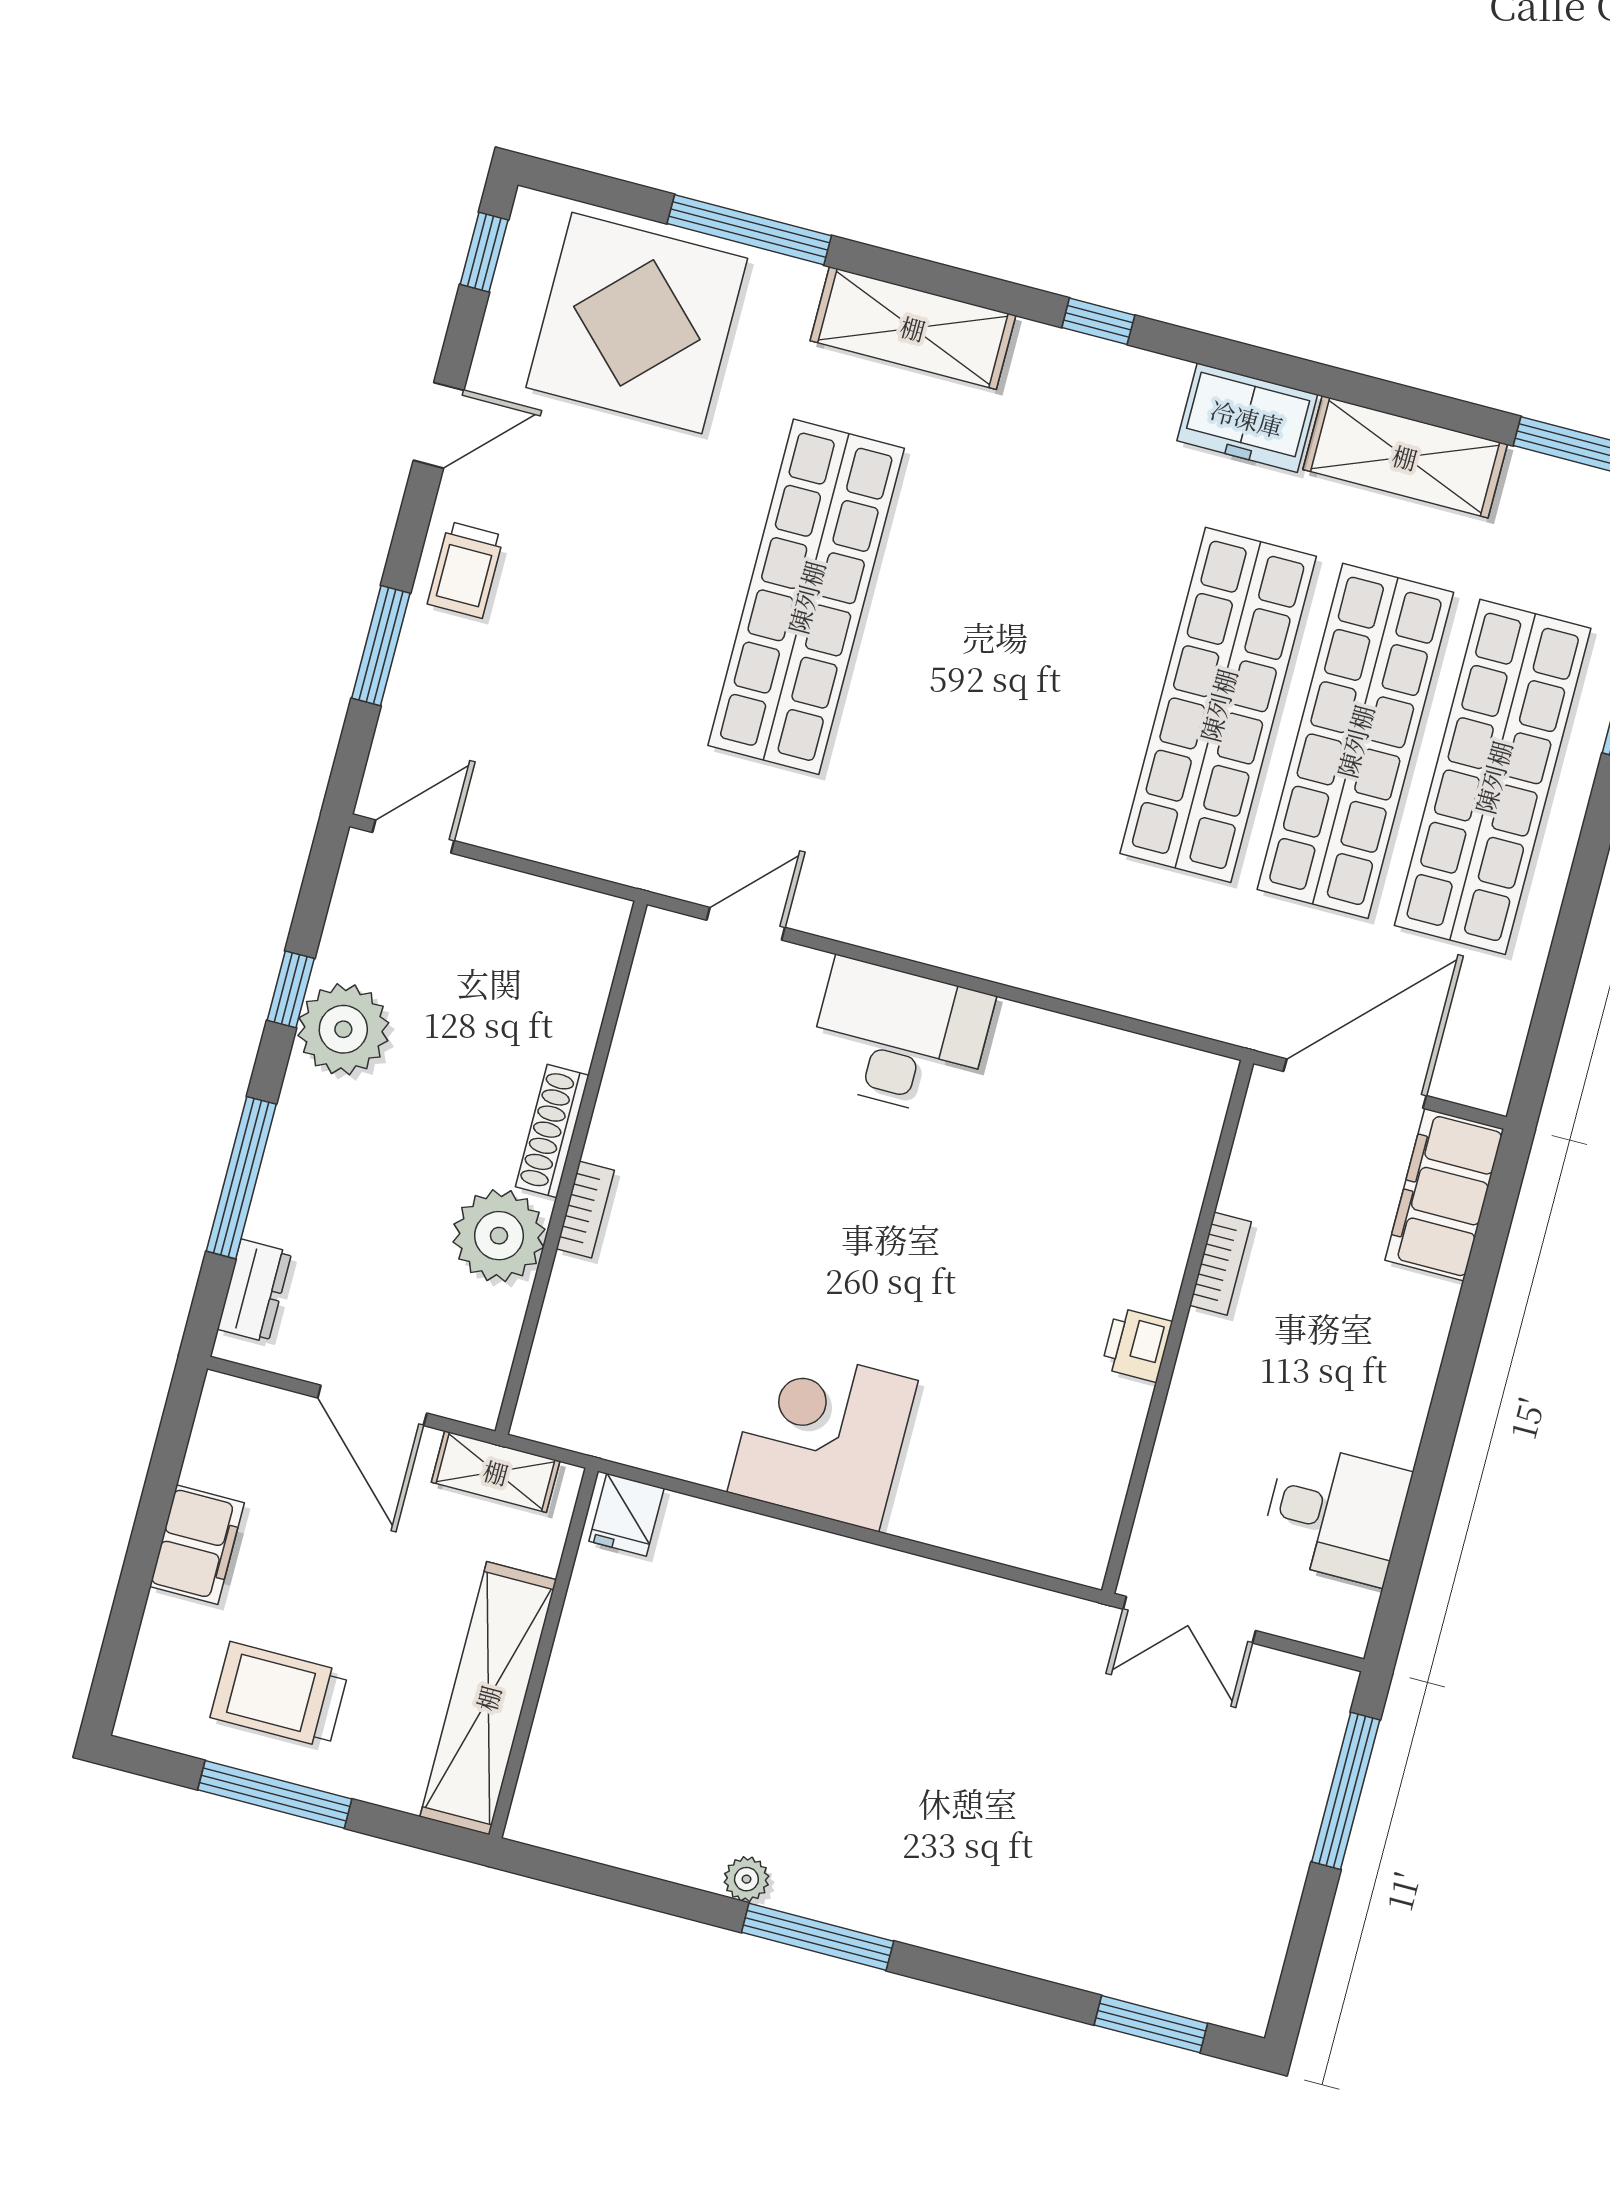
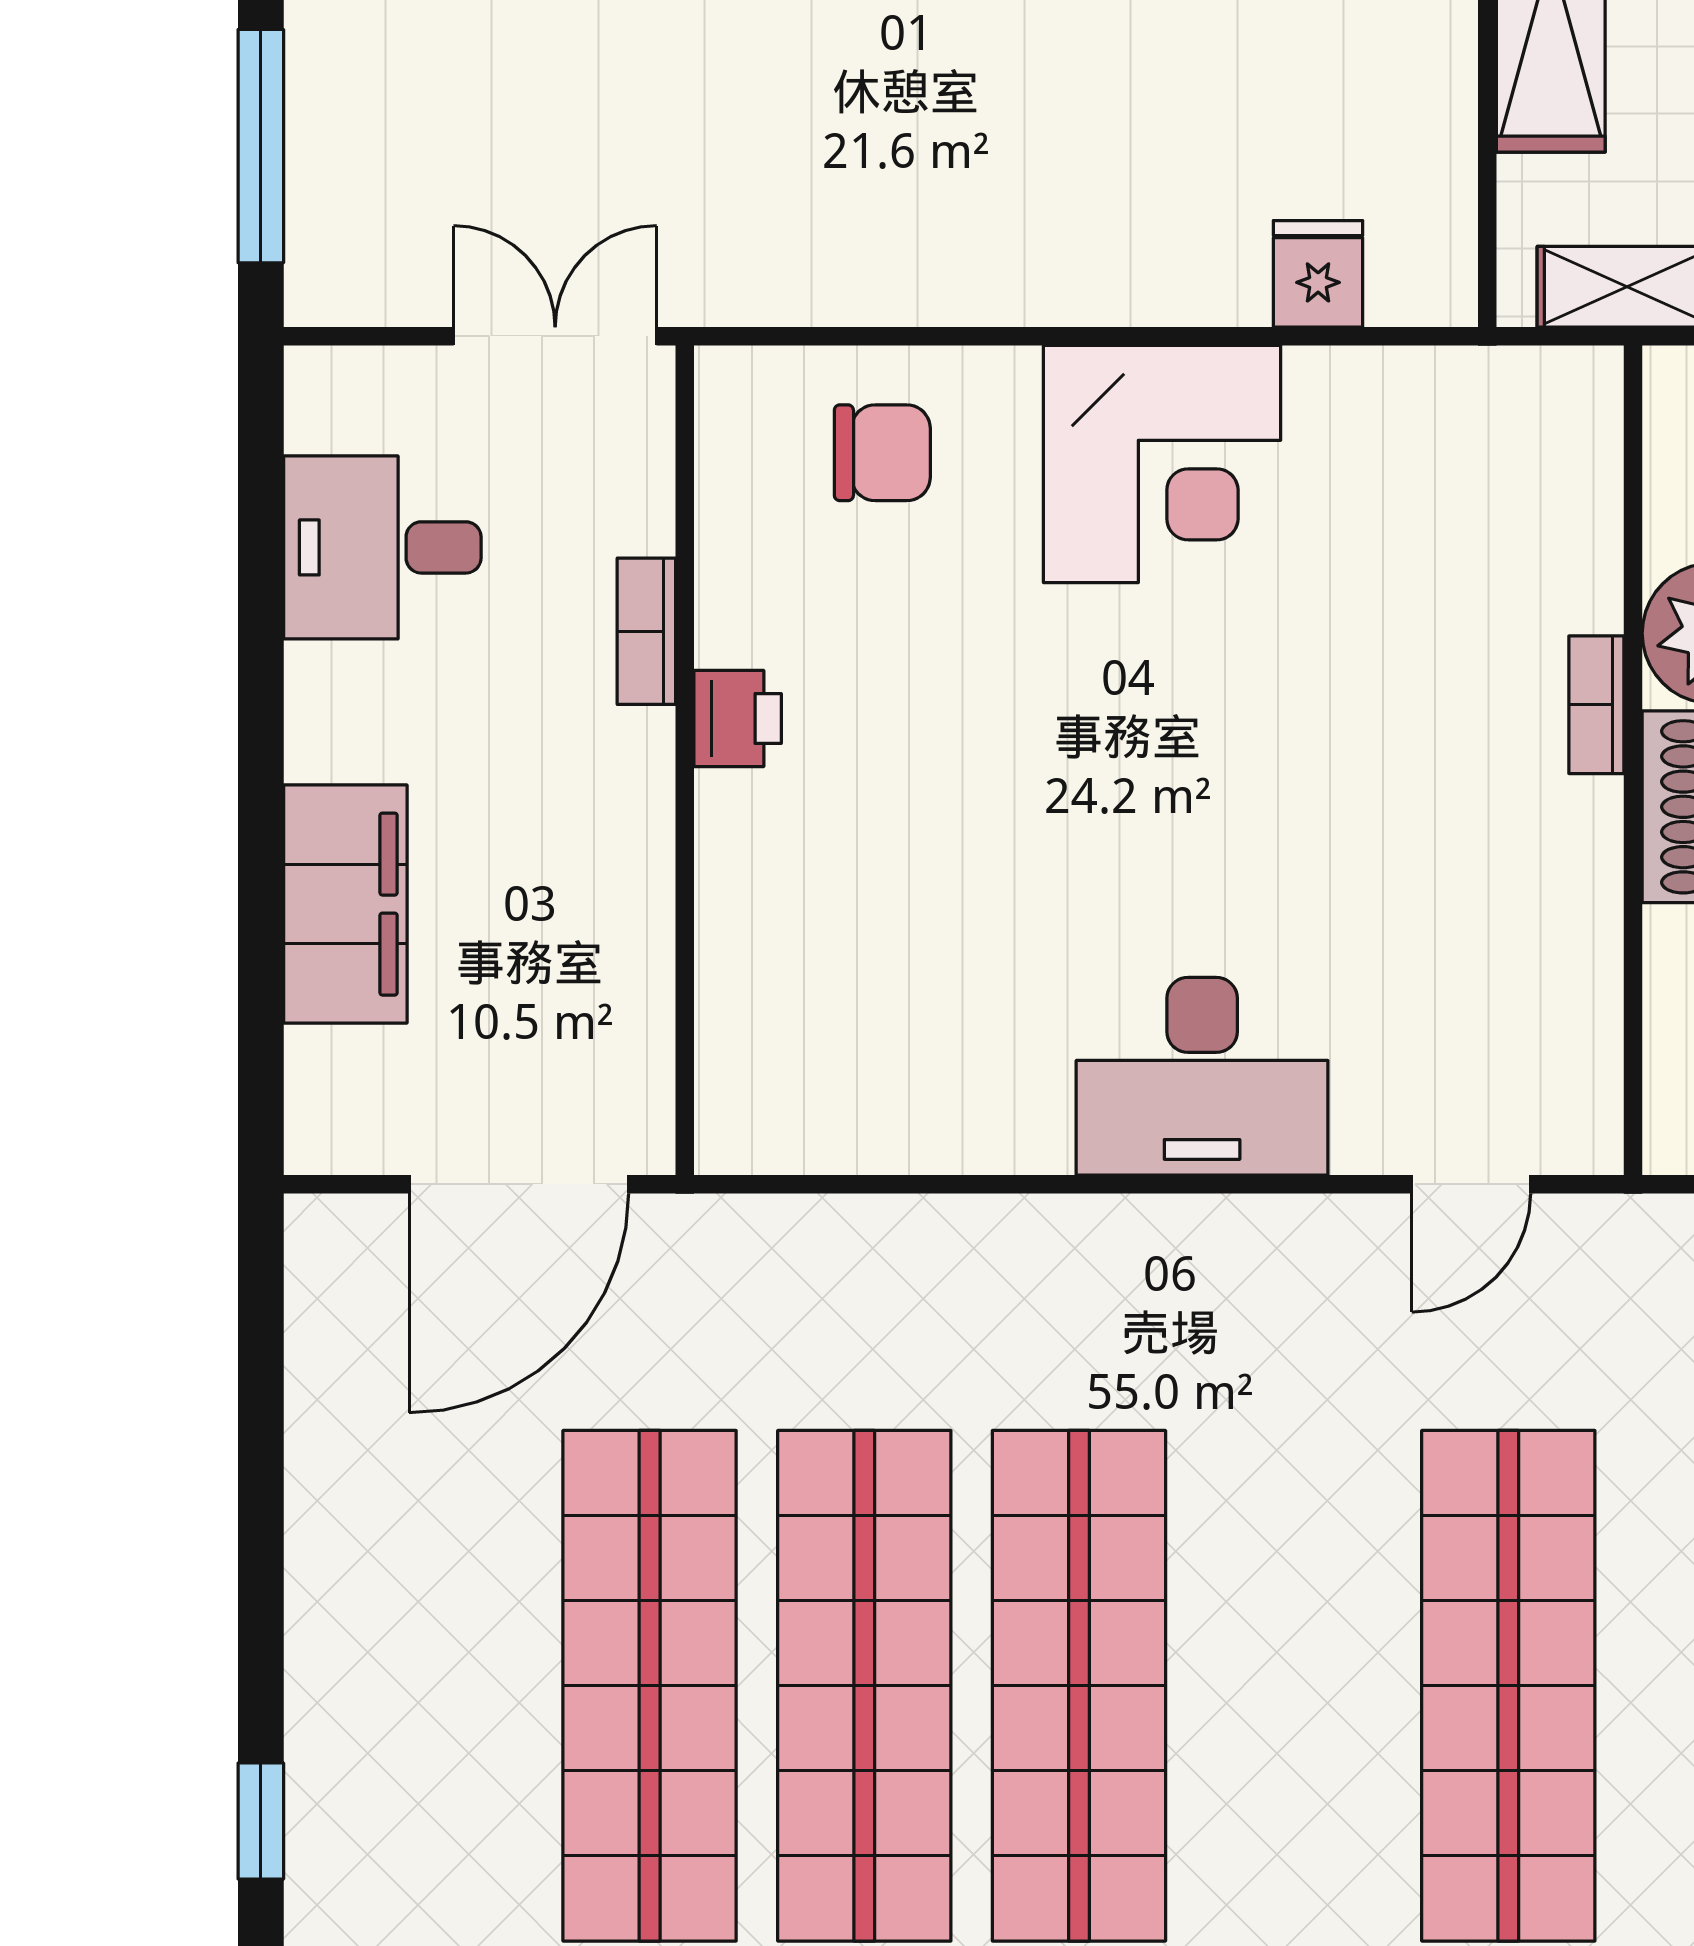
shop shelf: (1493, 777) -> (1079, 1686), moved
filing cabinet: (1444, 1195) -> (345, 904), moved
bookcase: (1220, 1264) -> (646, 631), moved
chair: (1000, 1490) -> (882, 453), added
fridge: (626, 1515) -> (1318, 274), moved

